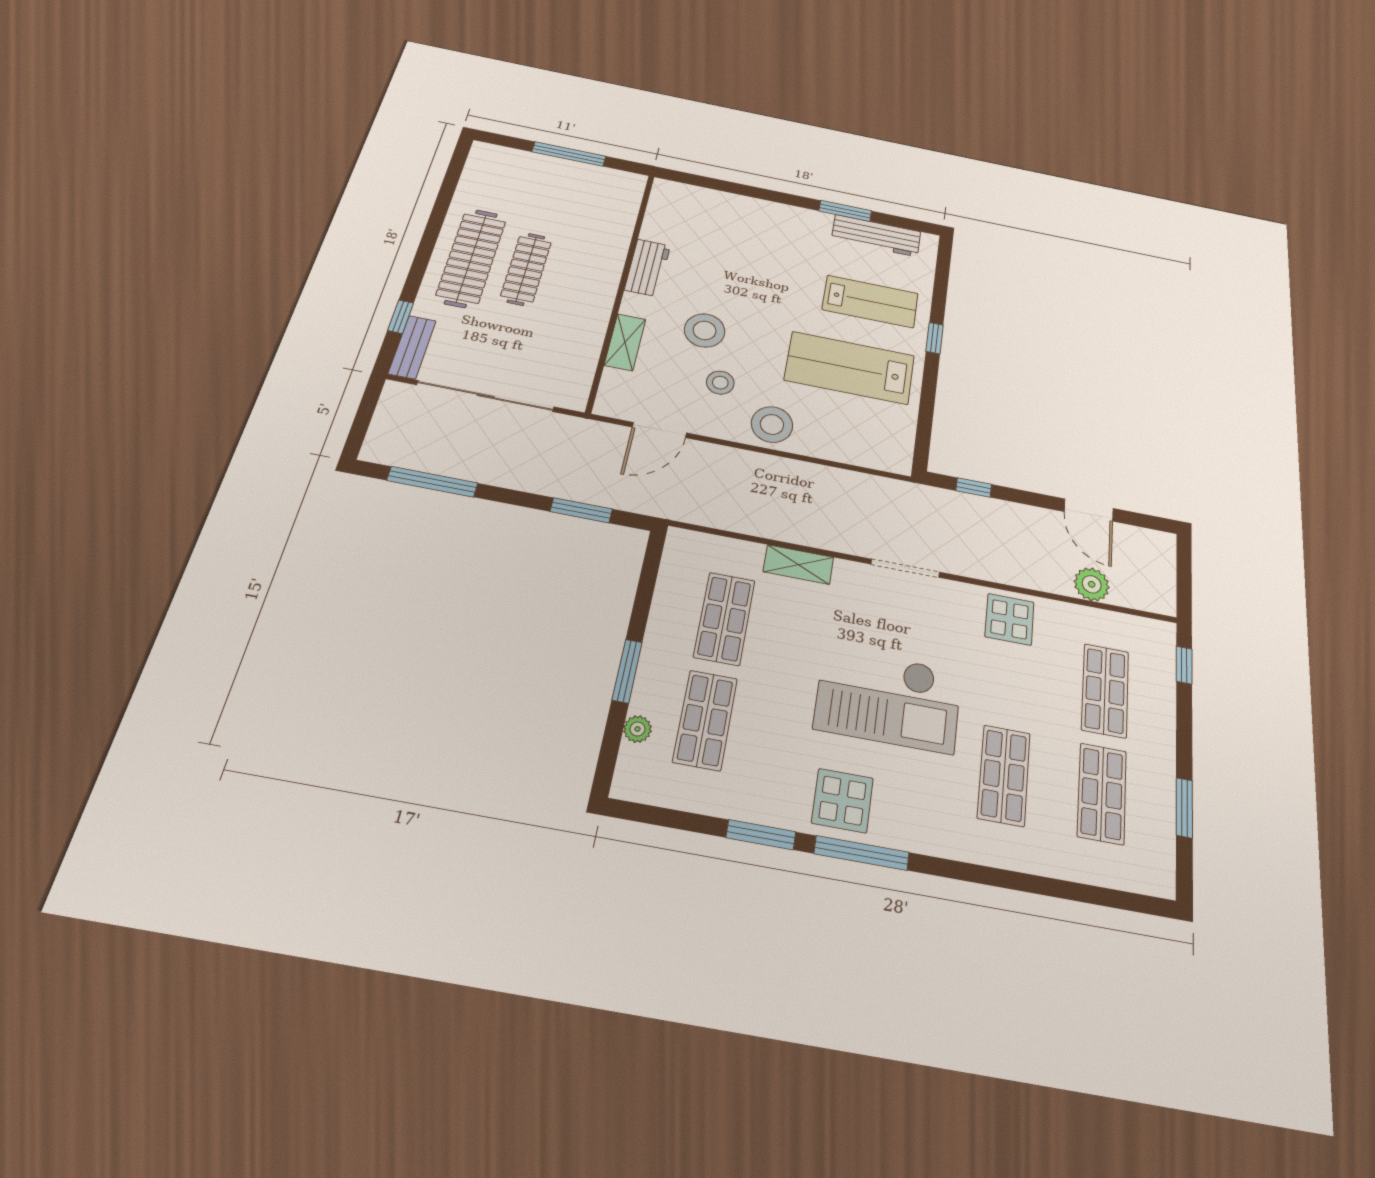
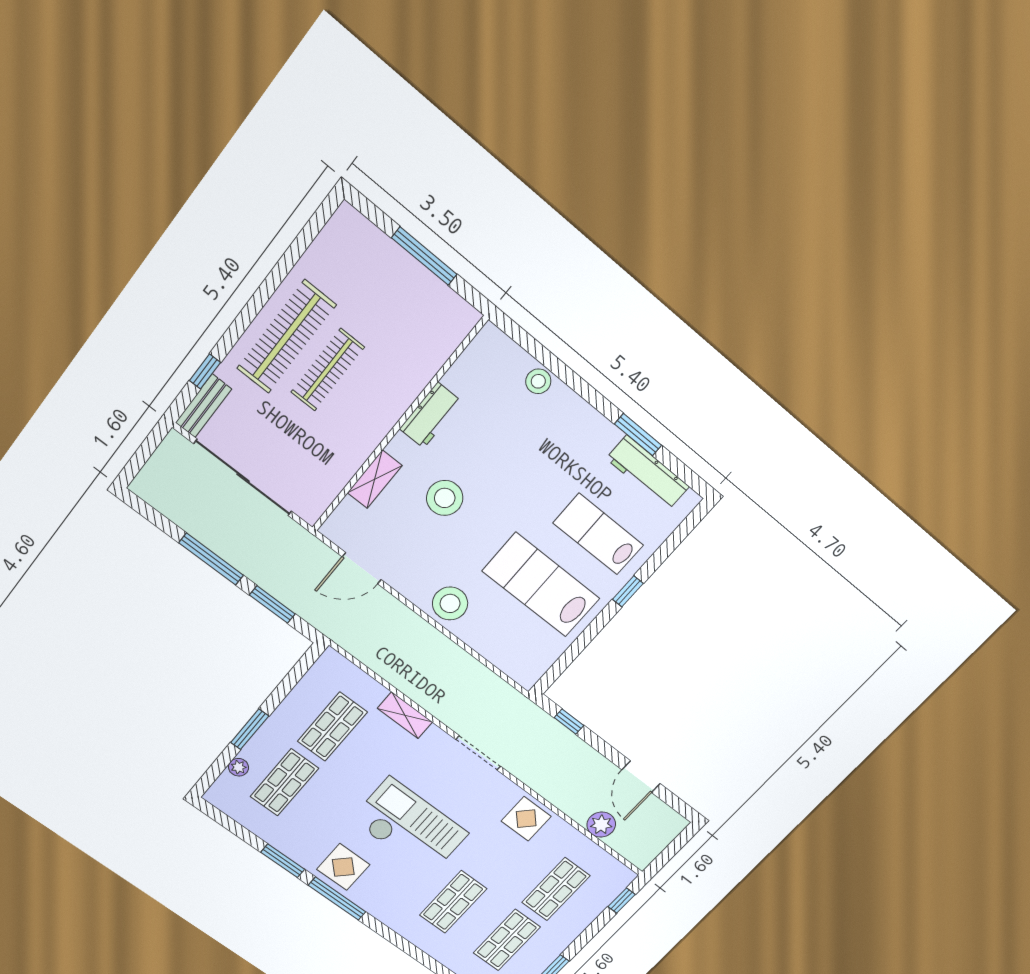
lab bench: (870, 301) -> (598, 534), turned 180
stool: (720, 383) -> (538, 381), moved
window: (432, 482) -> (211, 559), moved
checkout: (888, 700) -> (410, 827), turned 180

